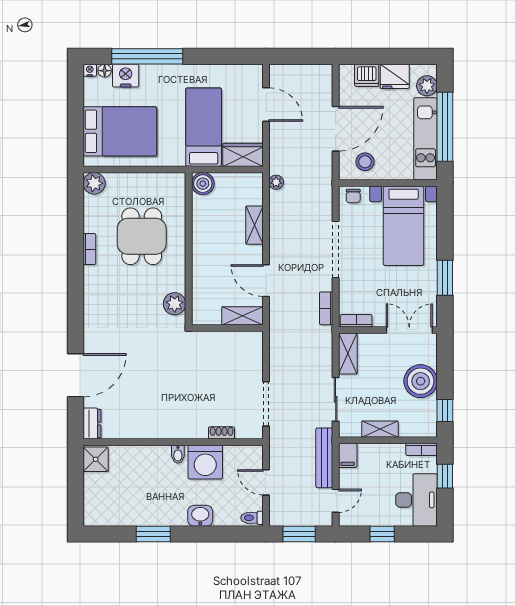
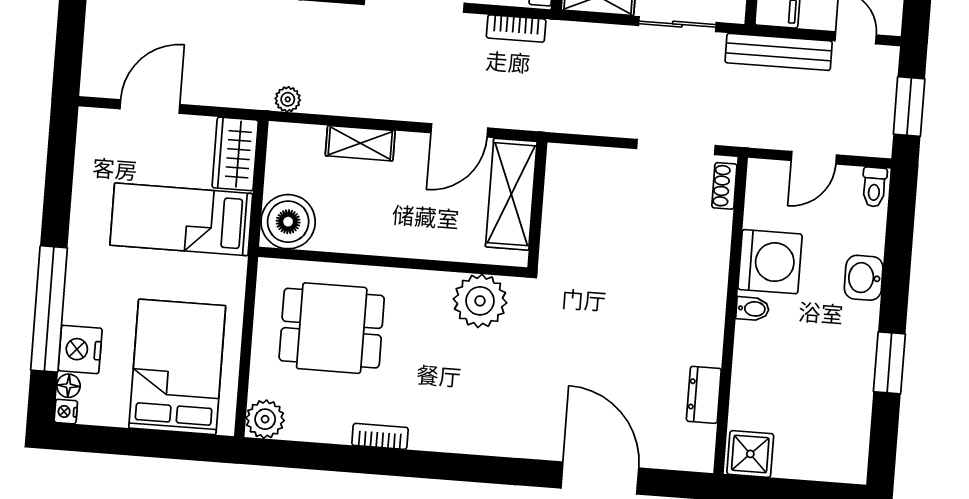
boiler: (203, 184) -> (288, 222), width x1.37, depth x1.37
dining table: (142, 236) -> (332, 328), moved
plant: (175, 304) -> (480, 301), width x1.36, depth x1.36
shelving: (243, 316) -> (511, 194), width x1.50, depth x1.33
dresser: (92, 424) -> (704, 395), moved, turned -90
shoe rack: (222, 433) -> (724, 186), moved

